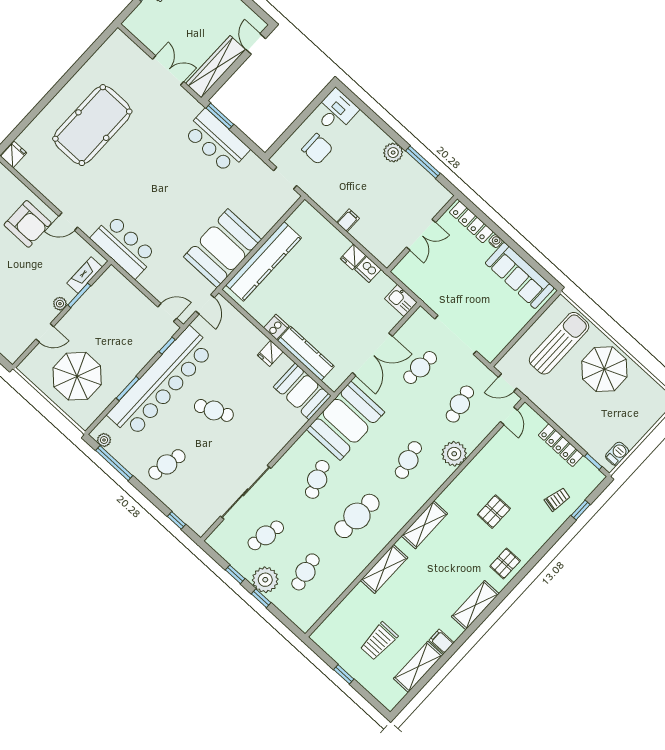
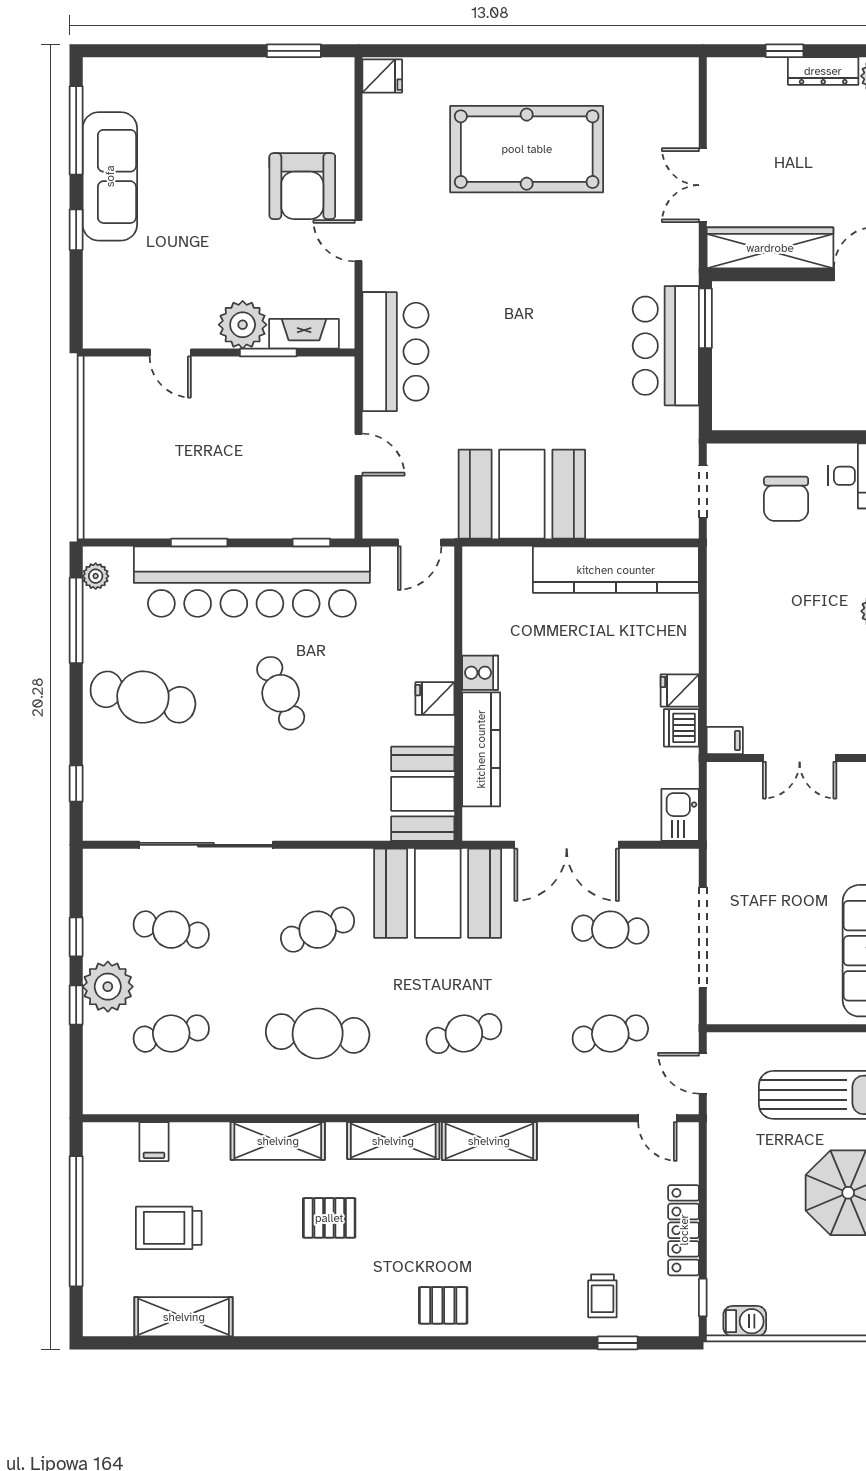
double door: (168, 70) -> (703, 185), swing flipped
filing cabinet: (348, 220) -> (725, 741), moved
kitchen counter: (264, 261) -> (616, 570), moved
plant: (60, 304) -> (243, 325), width x1.88, depth x1.88
door: (167, 313) -> (359, 455), moved
parasol: (77, 376) -> (151, 455), removed
door: (509, 416) -> (657, 1118), hinge flipped
plant: (454, 454) -> (533, 1090), removed
cafe table: (167, 464) -> (143, 697), width x1.37, depth x1.35
trolley: (557, 499) -> (602, 1296), turned 78
pallet: (494, 512) -> (329, 1218), moved
shelving: (475, 605) -> (489, 1141), moved
filing cabinet: (442, 641) -> (154, 1142), moved, turned 180
window: (344, 674) -> (76, 1221), width x3.17

